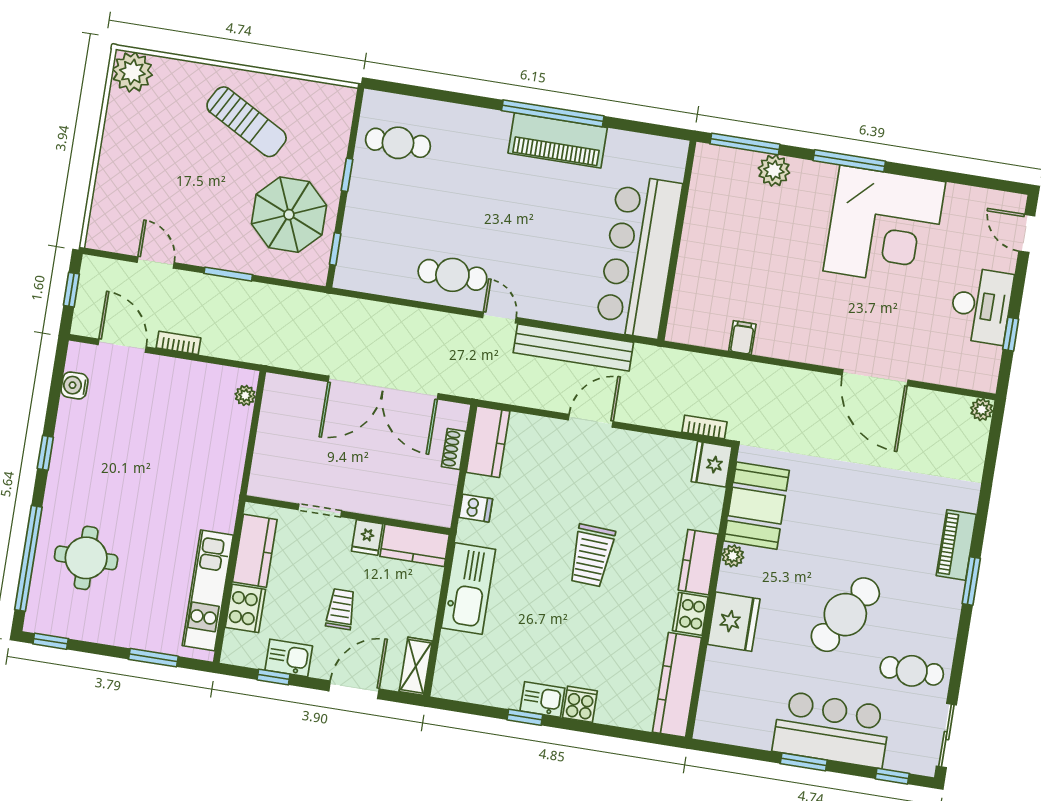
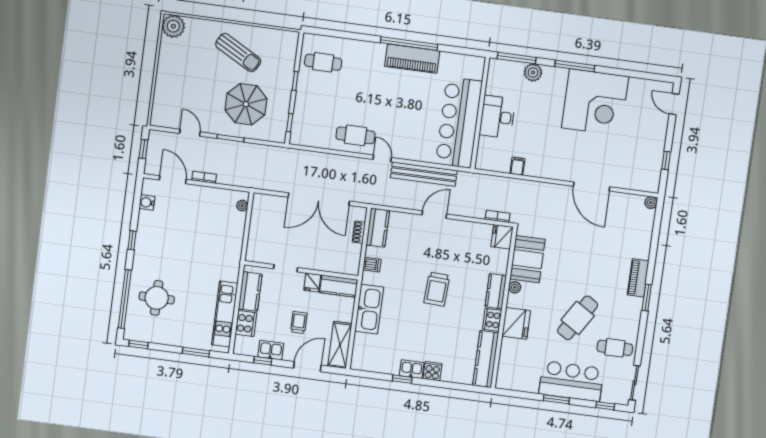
parasol: (289, 215) -> (246, 104), moved
desk: (981, 306) -> (497, 117), moved, turned 180
shelving: (416, 666) -> (340, 345), width x1.50, depth x1.33

